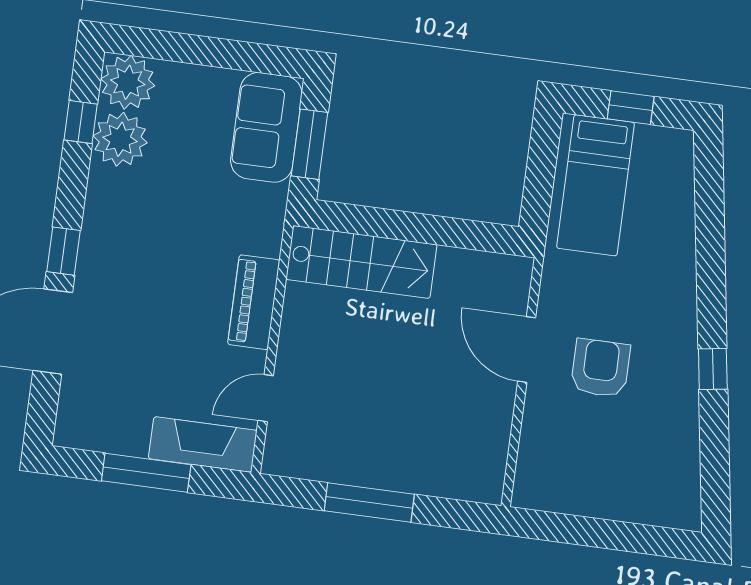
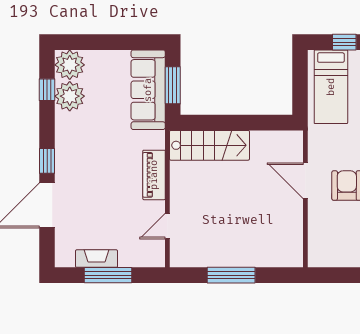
sofa: (266, 127) -> (148, 90), width x1.36
fireplace: (203, 444) -> (96, 259), moved, width x0.73, depth x0.76

